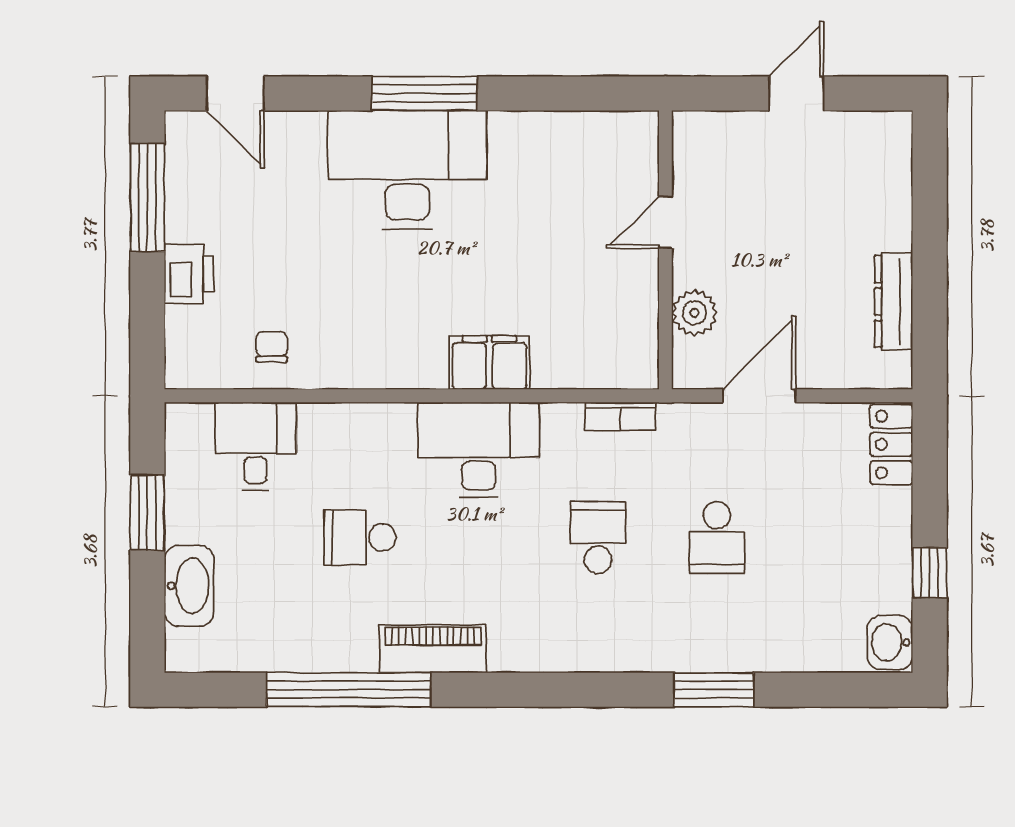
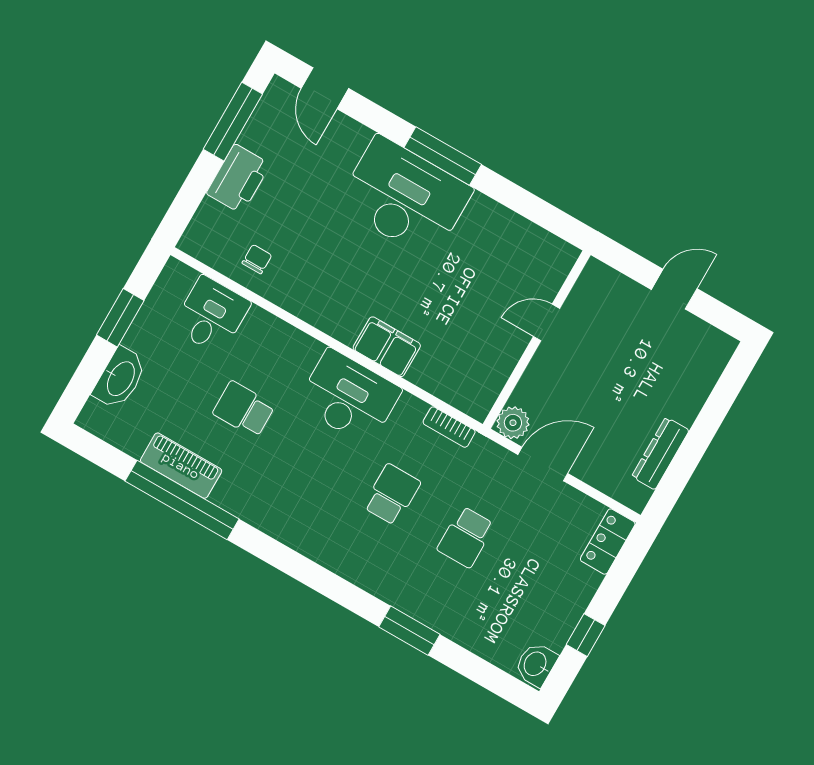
printer: (189, 274) -> (238, 179), width x1.37, depth x1.19
plant: (694, 313) -> (513, 423), moved
piano: (433, 649) -> (181, 466), moved

